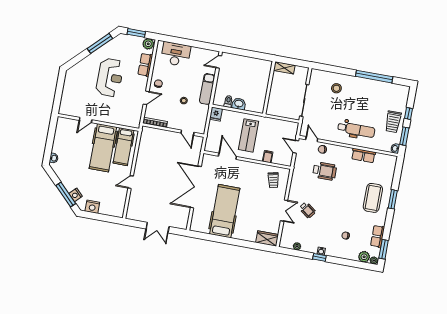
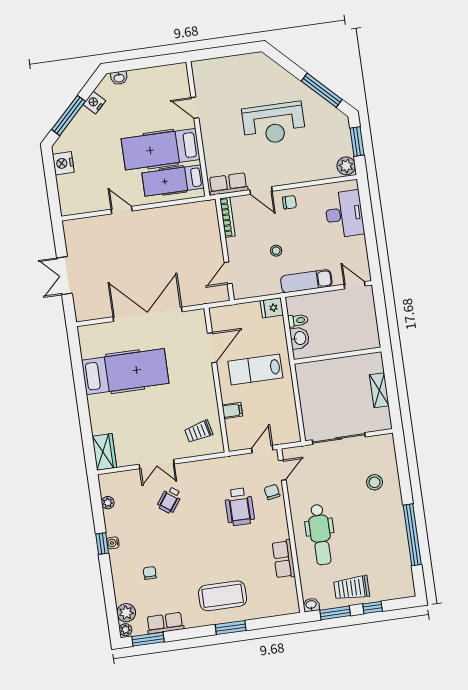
row of seats: (145, 65) -> (228, 184), moved
wall: (269, 88) -> (338, 356), moved
nightstand: (76, 195) -> (94, 103), moved

